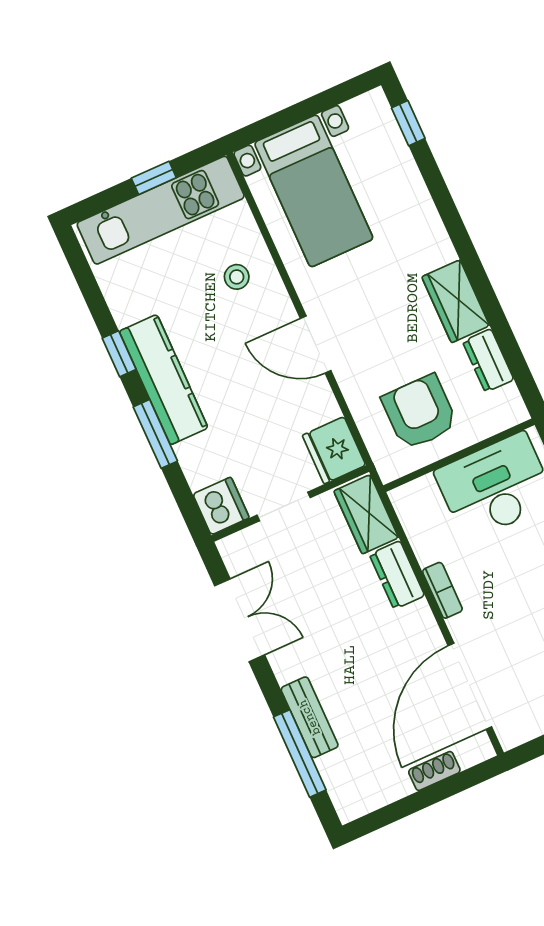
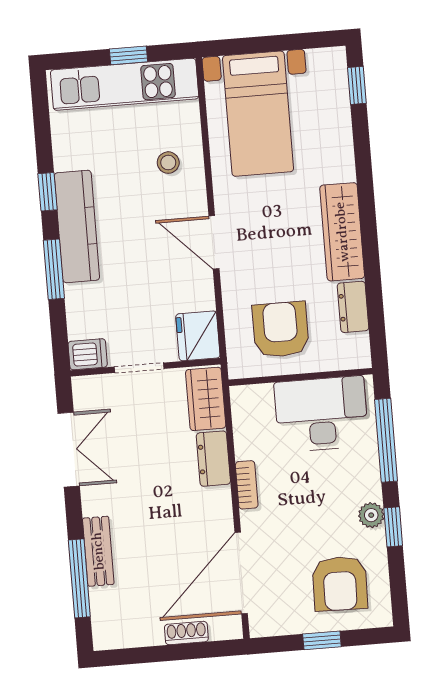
wardrobe: (456, 301) -> (342, 232), width x1.50
dishwasher: (221, 506) -> (88, 354), width x0.73

